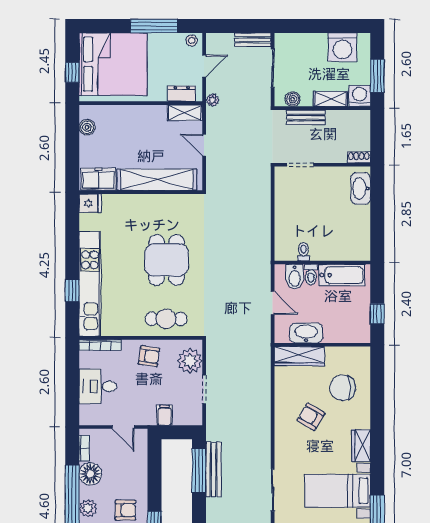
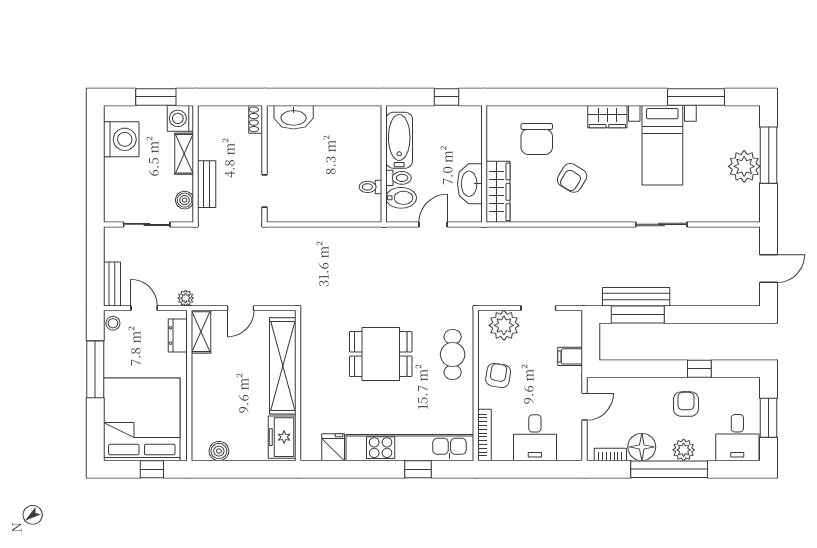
bench: (253, 40) -> (112, 284), moved
fridge: (90, 203) -> (333, 447), moved

